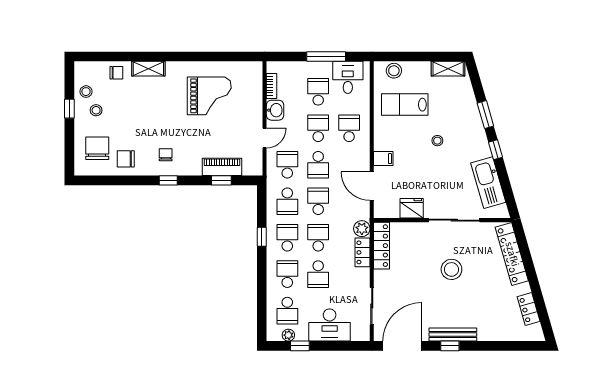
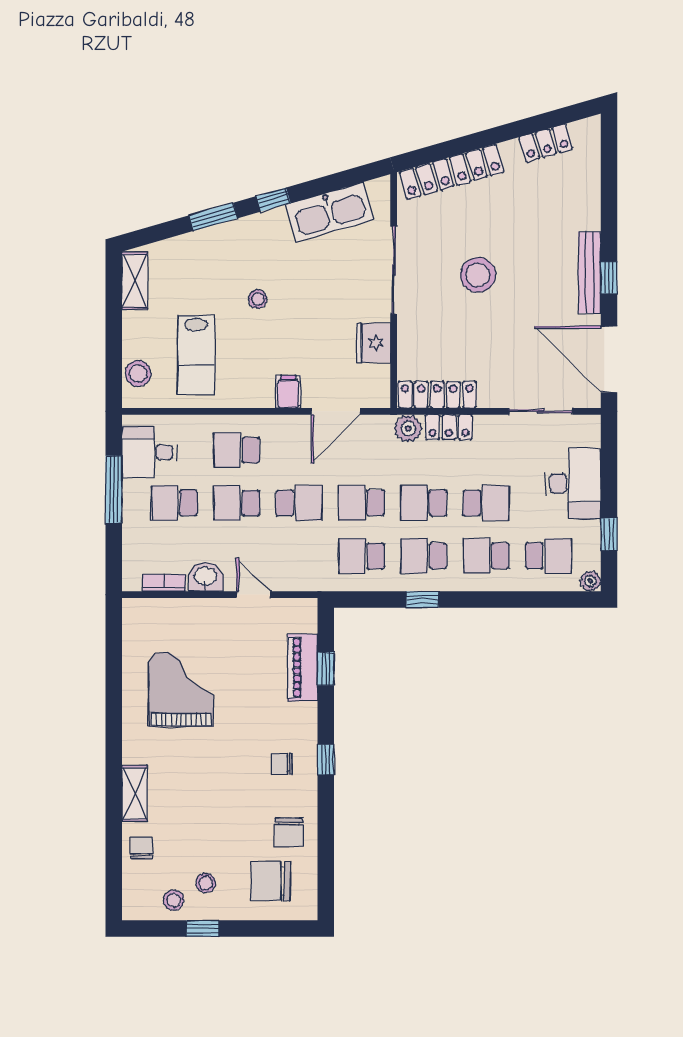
school desk: (287, 165) -> (299, 556), removed
school desk: (287, 201) -> (361, 556), turned 180
plant: (288, 335) -> (590, 581), moved

